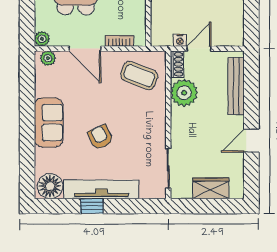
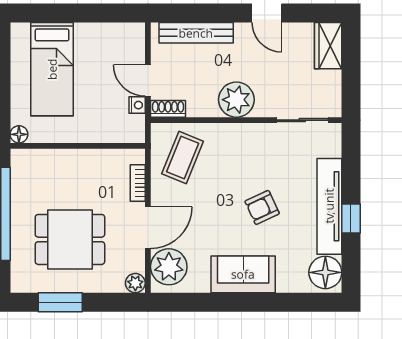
plant: (48, 58) -> (169, 267), width x1.88, depth x1.88
plant: (184, 93) -> (236, 100), moved
wardrobe: (211, 188) -> (328, 46), moved

